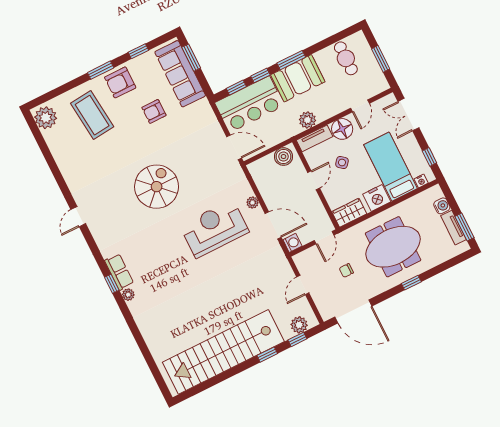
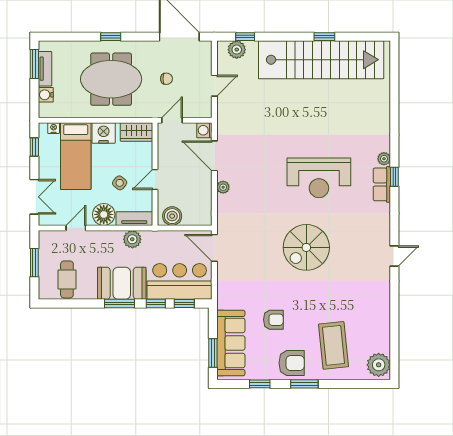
reception desk: (214, 229) -> (319, 178), moved
window: (267, 355) -> (324, 37), moved

